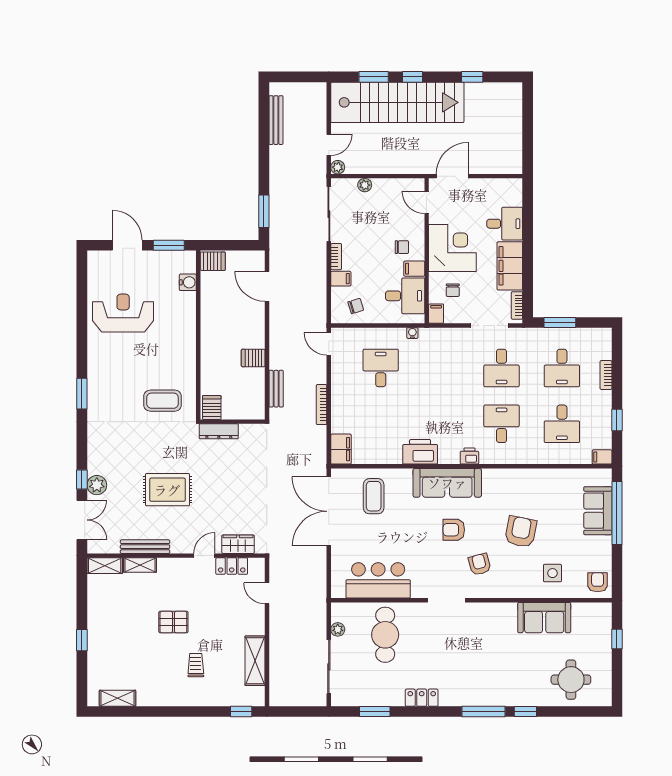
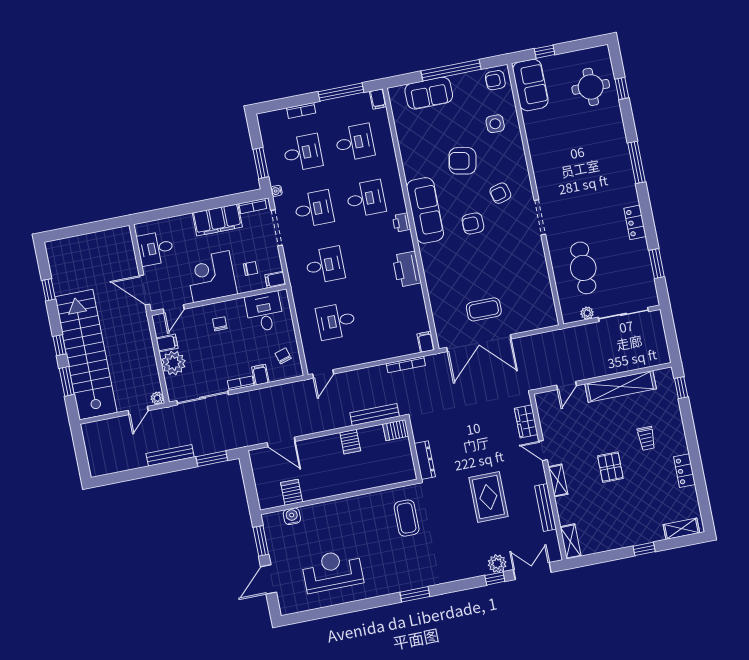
bench: (276, 120) -> (170, 455), moved
door: (329, 145) -> (138, 411), swing flipped
plant: (365, 185) -> (173, 363), width x1.88, depth x1.88
desk: (505, 224) -> (155, 248), moved, turned -90
server rack: (213, 261) -> (292, 492), moved
filing cabinet: (414, 269) -> (167, 343), moved, turned -90
door: (267, 286) -> (281, 442), hinge flipped
reception desk: (123, 313) -> (332, 571), turned 90
water cooler: (412, 333) -> (276, 191), moved
desk: (441, 368) -> (325, 265), added
bench: (276, 389) -> (375, 415), width x1.36
bookcase: (322, 405) -> (406, 365), moved
server rack: (212, 407) -> (396, 430), moved
window: (617, 420) -> (341, 92), width x2.17
desk: (502, 424) -> (366, 199), turned 180
filing cabinet: (341, 449) -> (426, 342), width x0.50
sofa: (447, 483) -> (425, 210), moved
coffee table: (374, 496) -> (484, 309), moved
window: (617, 513) -> (451, 70), moved
armchair: (454, 530) -> (473, 223), turned 90
shelving: (140, 565) -> (558, 480), moved
locker: (232, 566) -> (684, 471), moved, turned 180
bar counter: (378, 580) -> (534, 284), removed
sofa: (544, 618) -> (530, 85), moved
cafe table: (385, 635) -> (583, 268), turned 90
shelving: (255, 661) -> (621, 386), width x1.47
trolley: (196, 665) -> (646, 438), turned -90
shelving: (118, 698) -> (681, 529), moved, turned 90
window: (525, 711) -> (622, 88), moved

